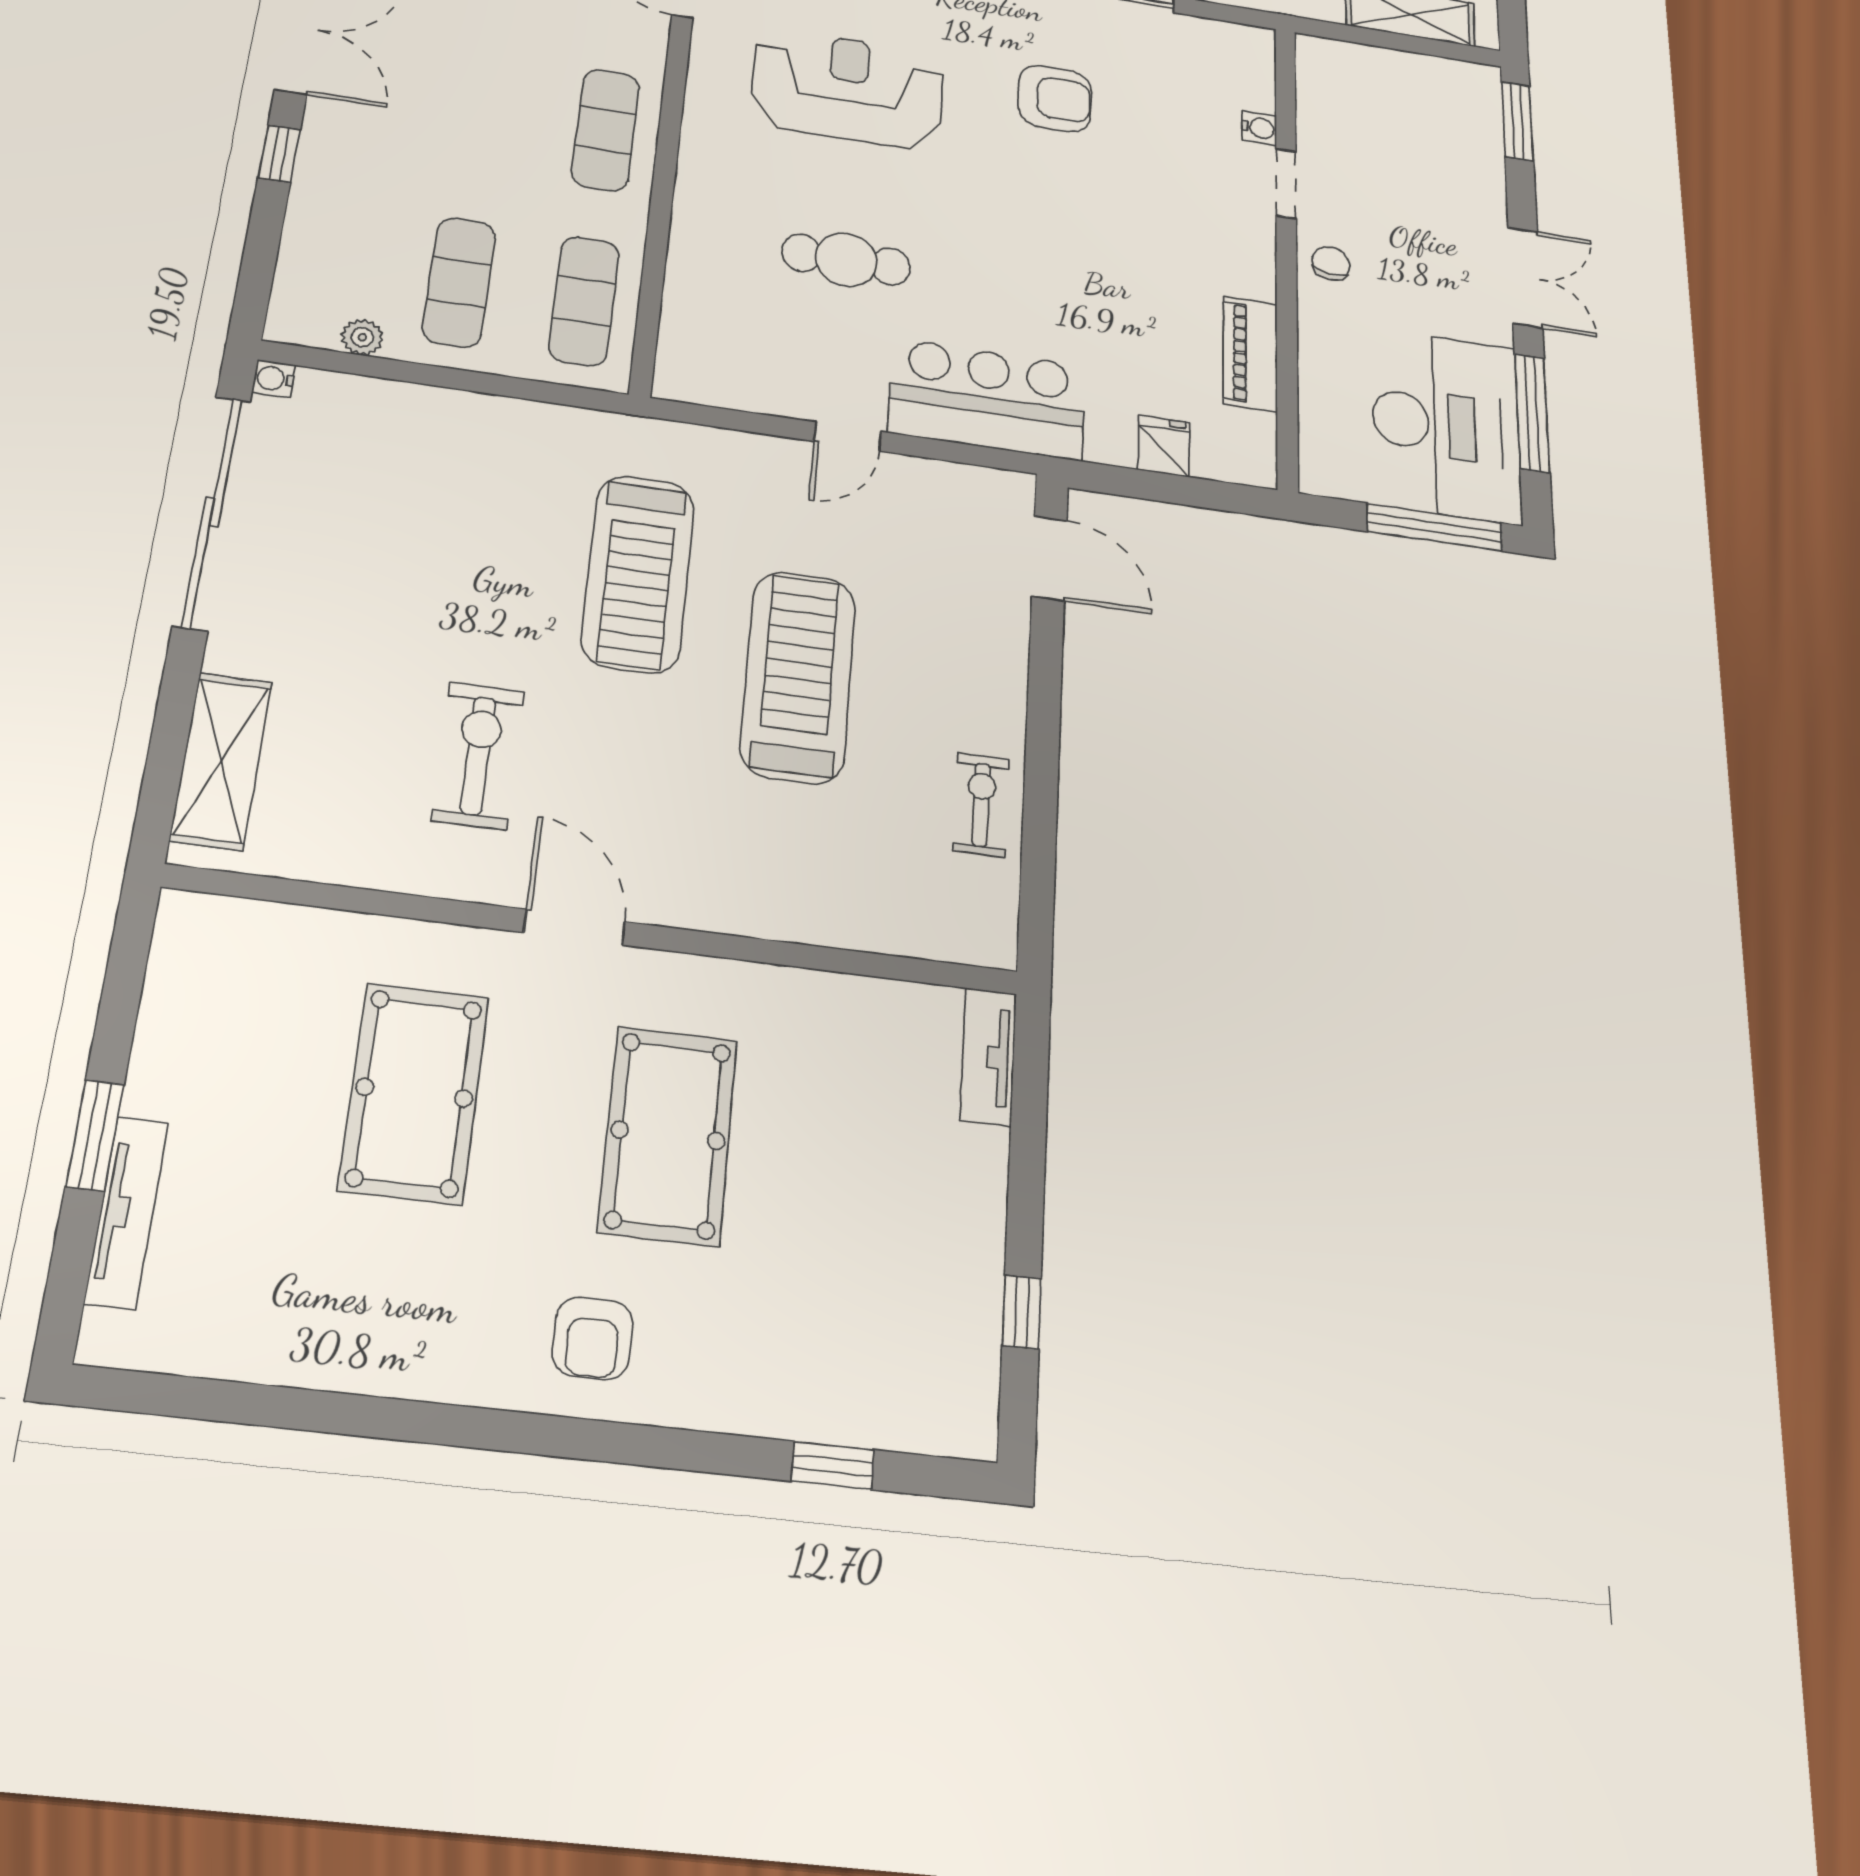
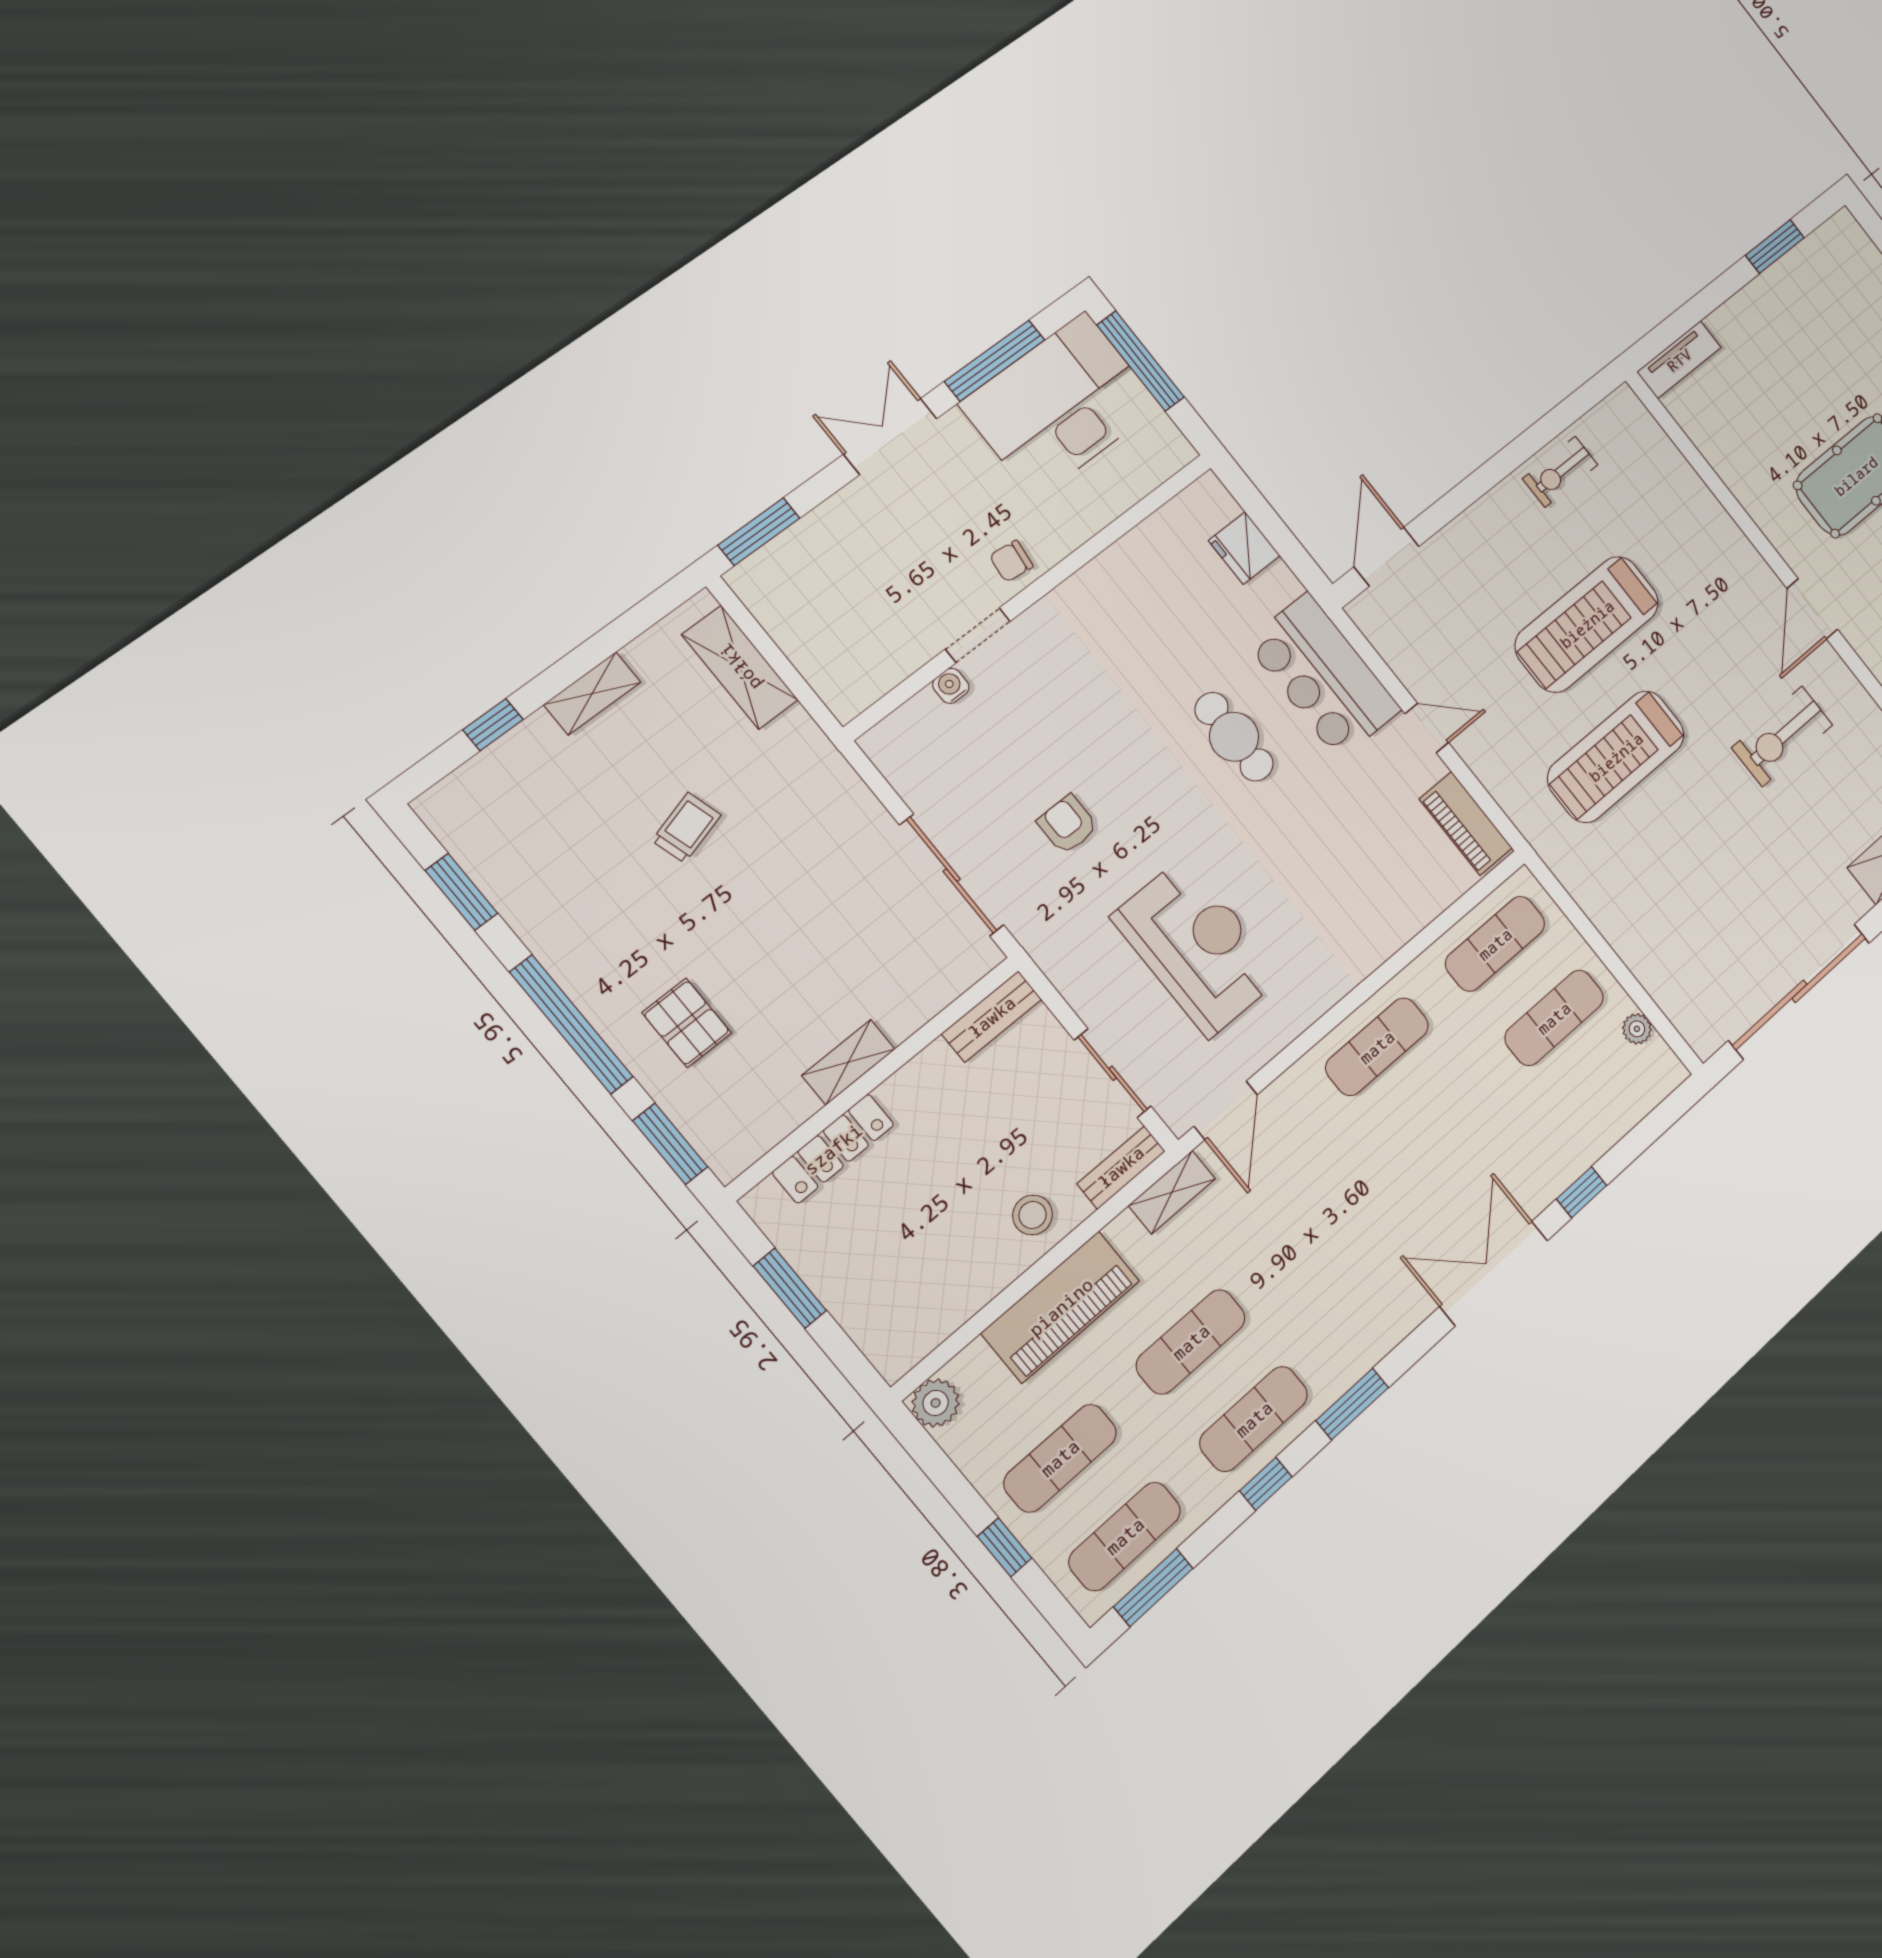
reception desk: (848, 89) -> (1197, 947), turned 180
armchair: (1055, 98) -> (1067, 824), width x0.72, depth x0.72
cafe table: (846, 260) -> (1234, 737), moved
piano: (1250, 354) -> (1466, 823), moved, turned 90
water cooler: (274, 379) -> (1705, 1044), removed
fridge: (1164, 446) -> (1244, 548), width x1.38
treadmill: (638, 574) -> (1616, 757), turned 180
window: (1022, 1312) -> (1775, 246), width x1.50

